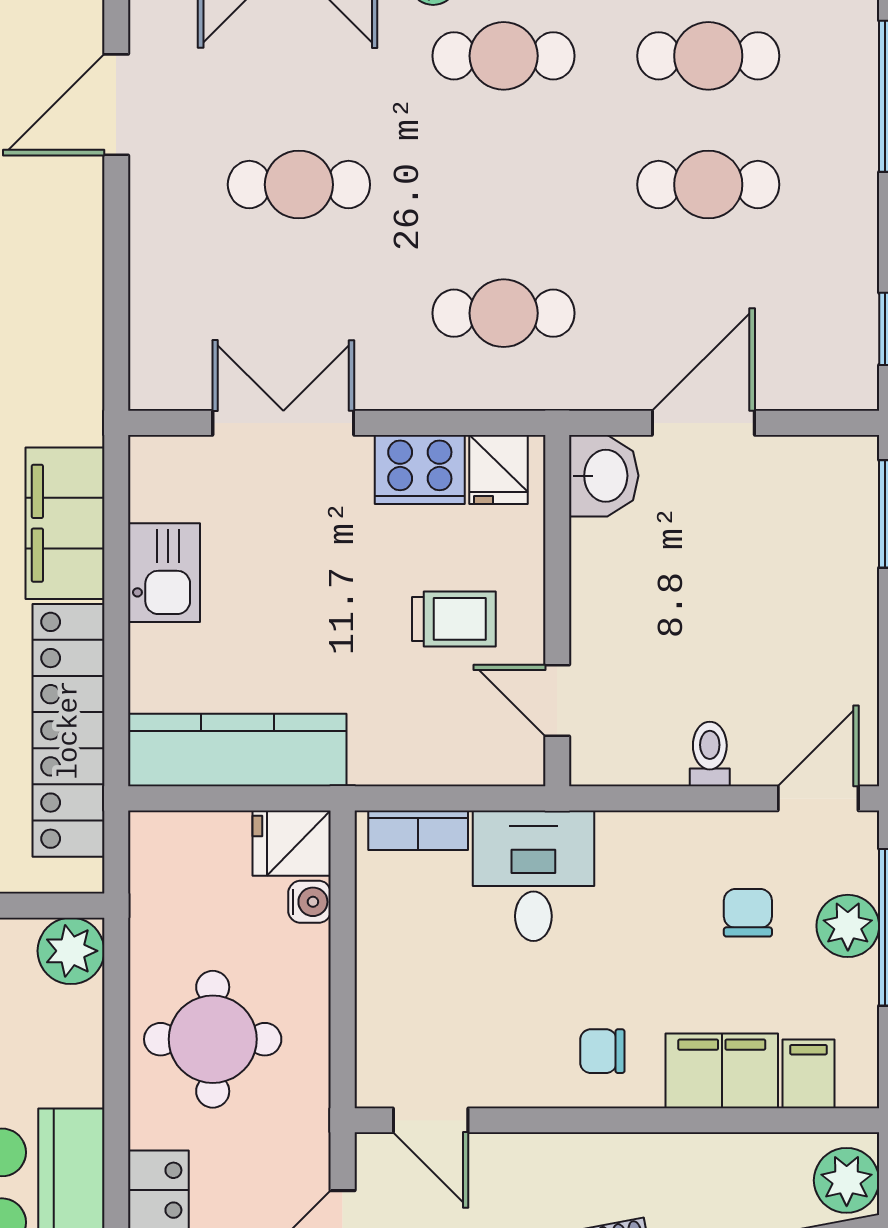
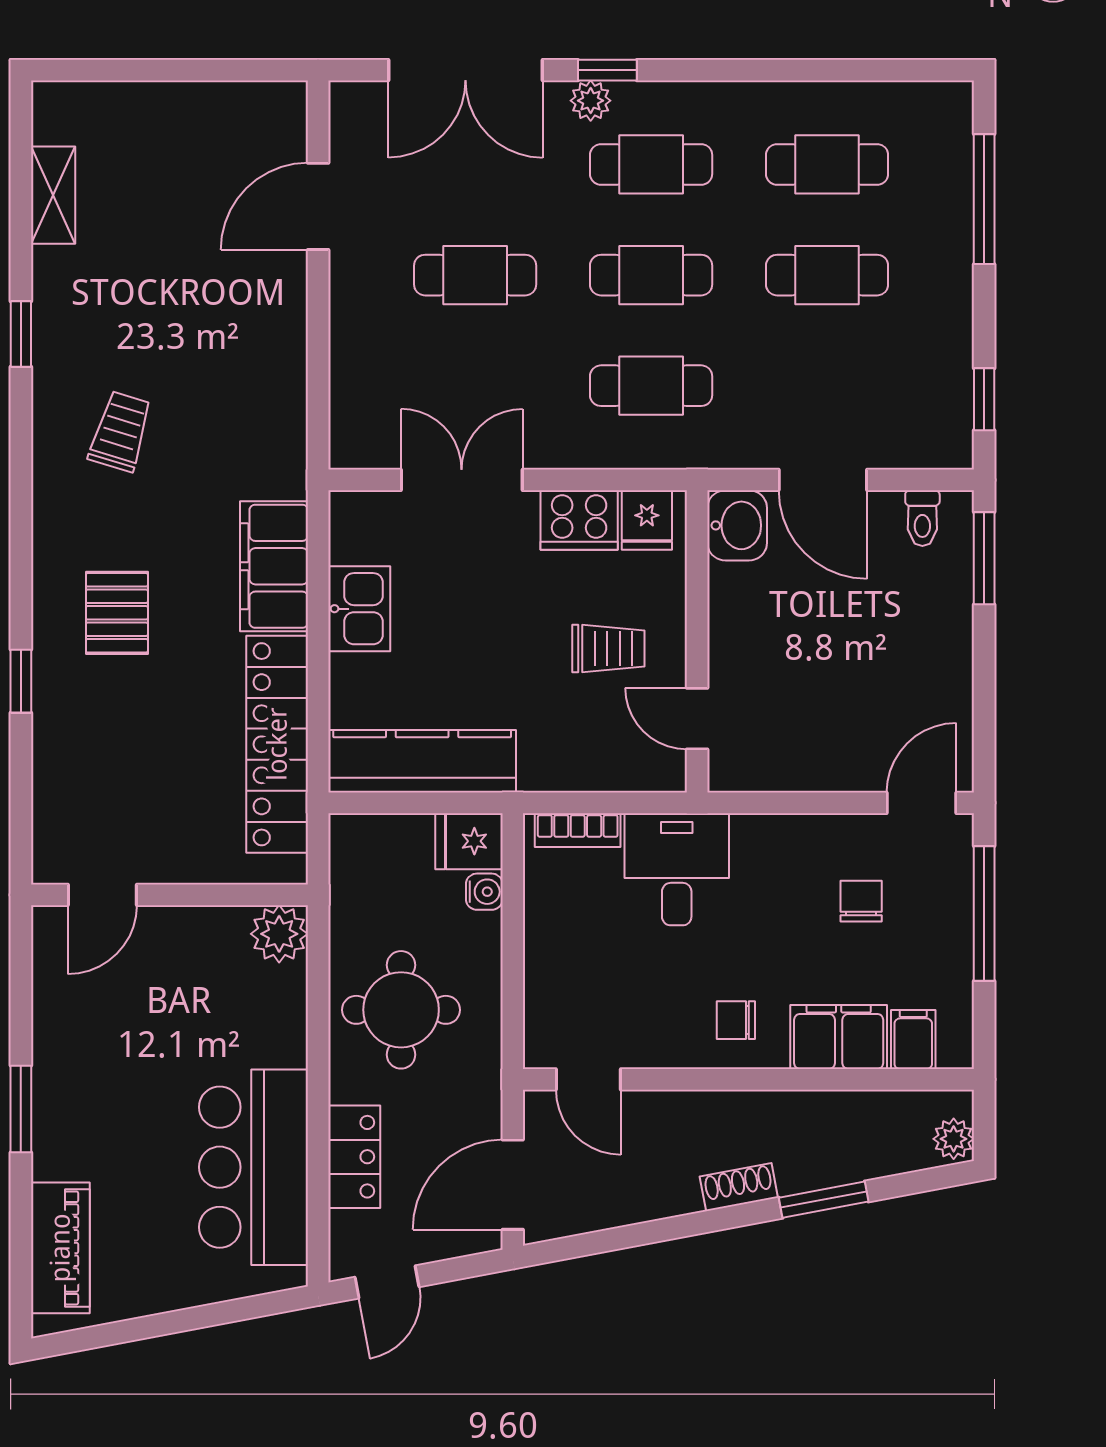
cafe table: (504, 185) -> (651, 275), added
door: (703, 423) -> (823, 480), swing flipped
toilet: (710, 754) -> (922, 518), moved, turned 180
plant: (848, 926) -> (947, 912), removed
plant: (847, 1180) -> (954, 1139), width x0.73, depth x0.73

